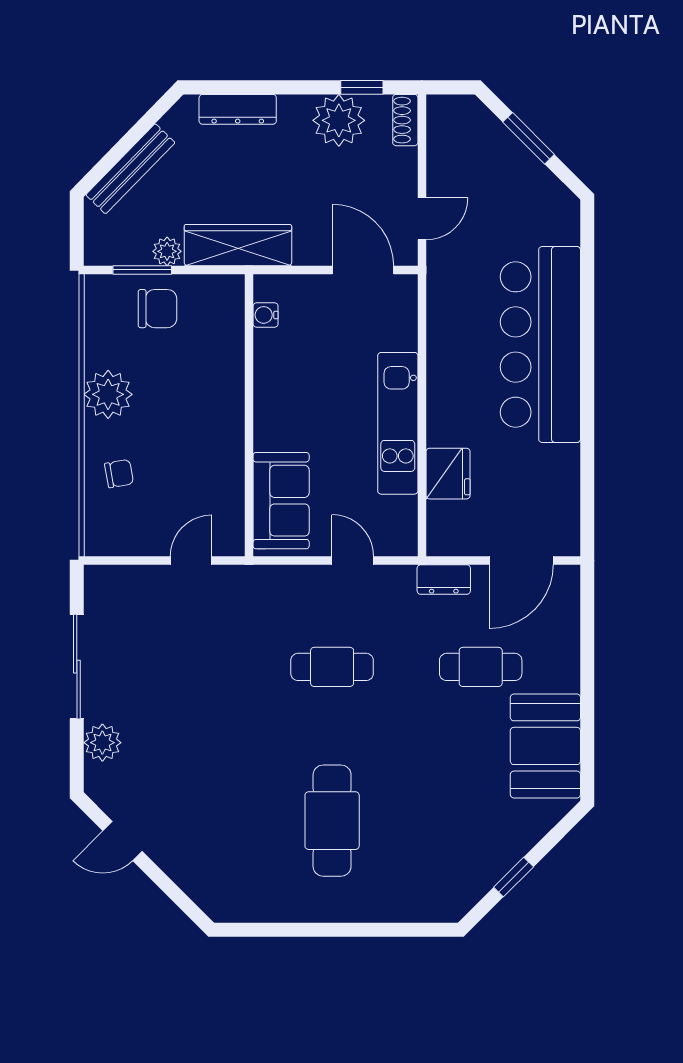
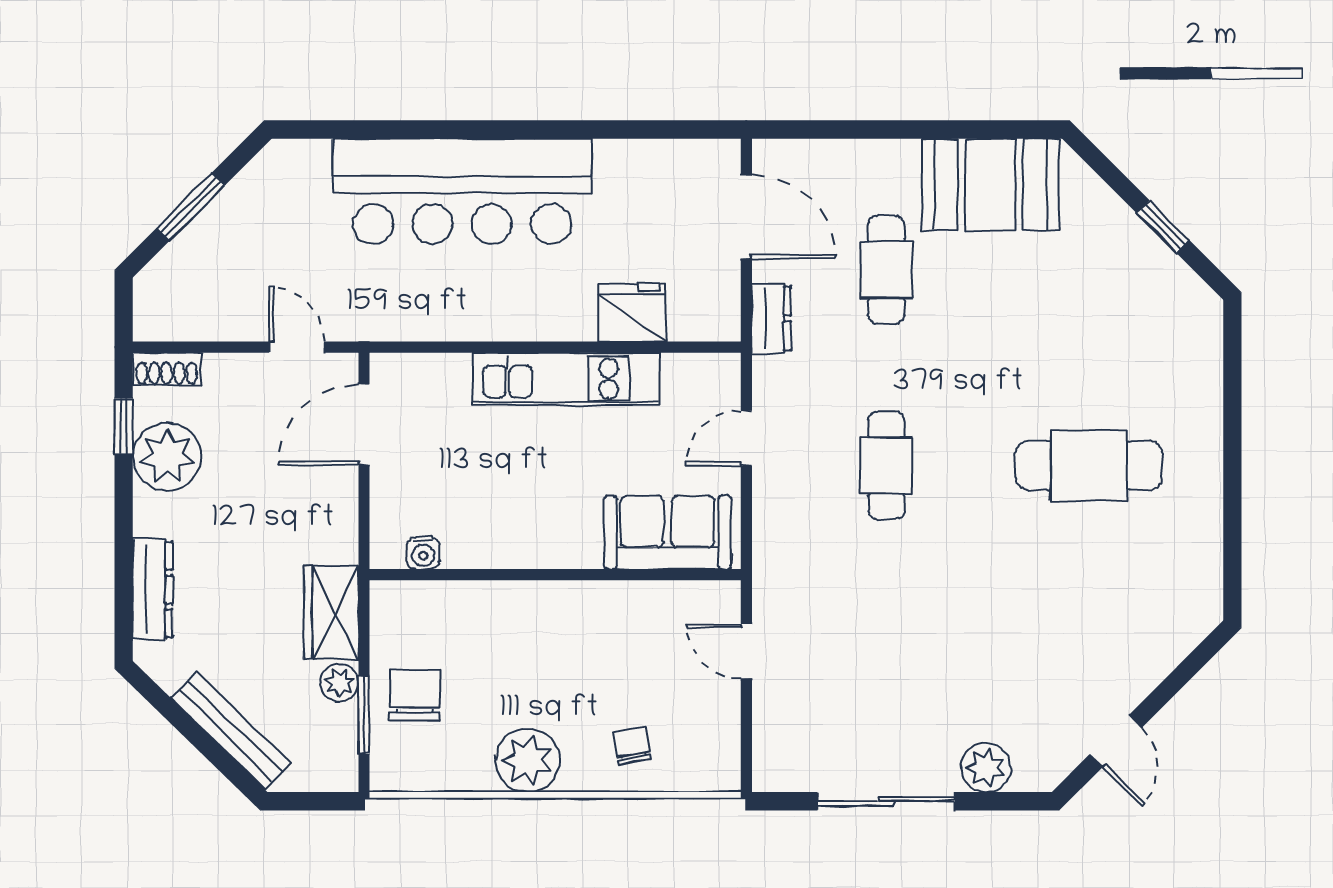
wardrobe: (238, 245) -> (331, 613), width x0.67

